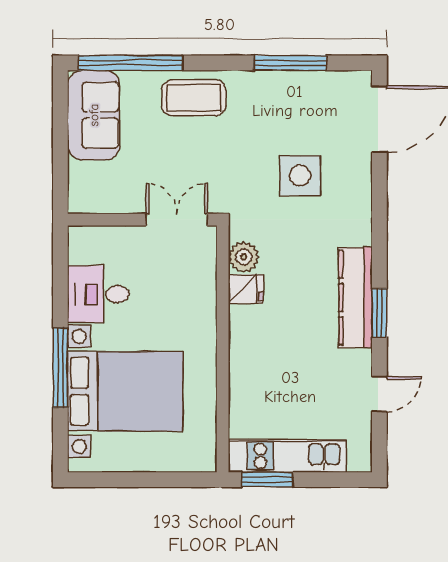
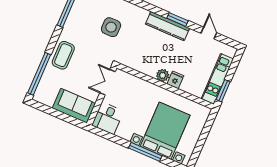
sofa: (94, 115) -> (74, 106), moved
plant: (244, 257) -> (163, 75), moved
fridge: (246, 289) -> (175, 80), moved
desk: (98, 294) -> (108, 118), moved

